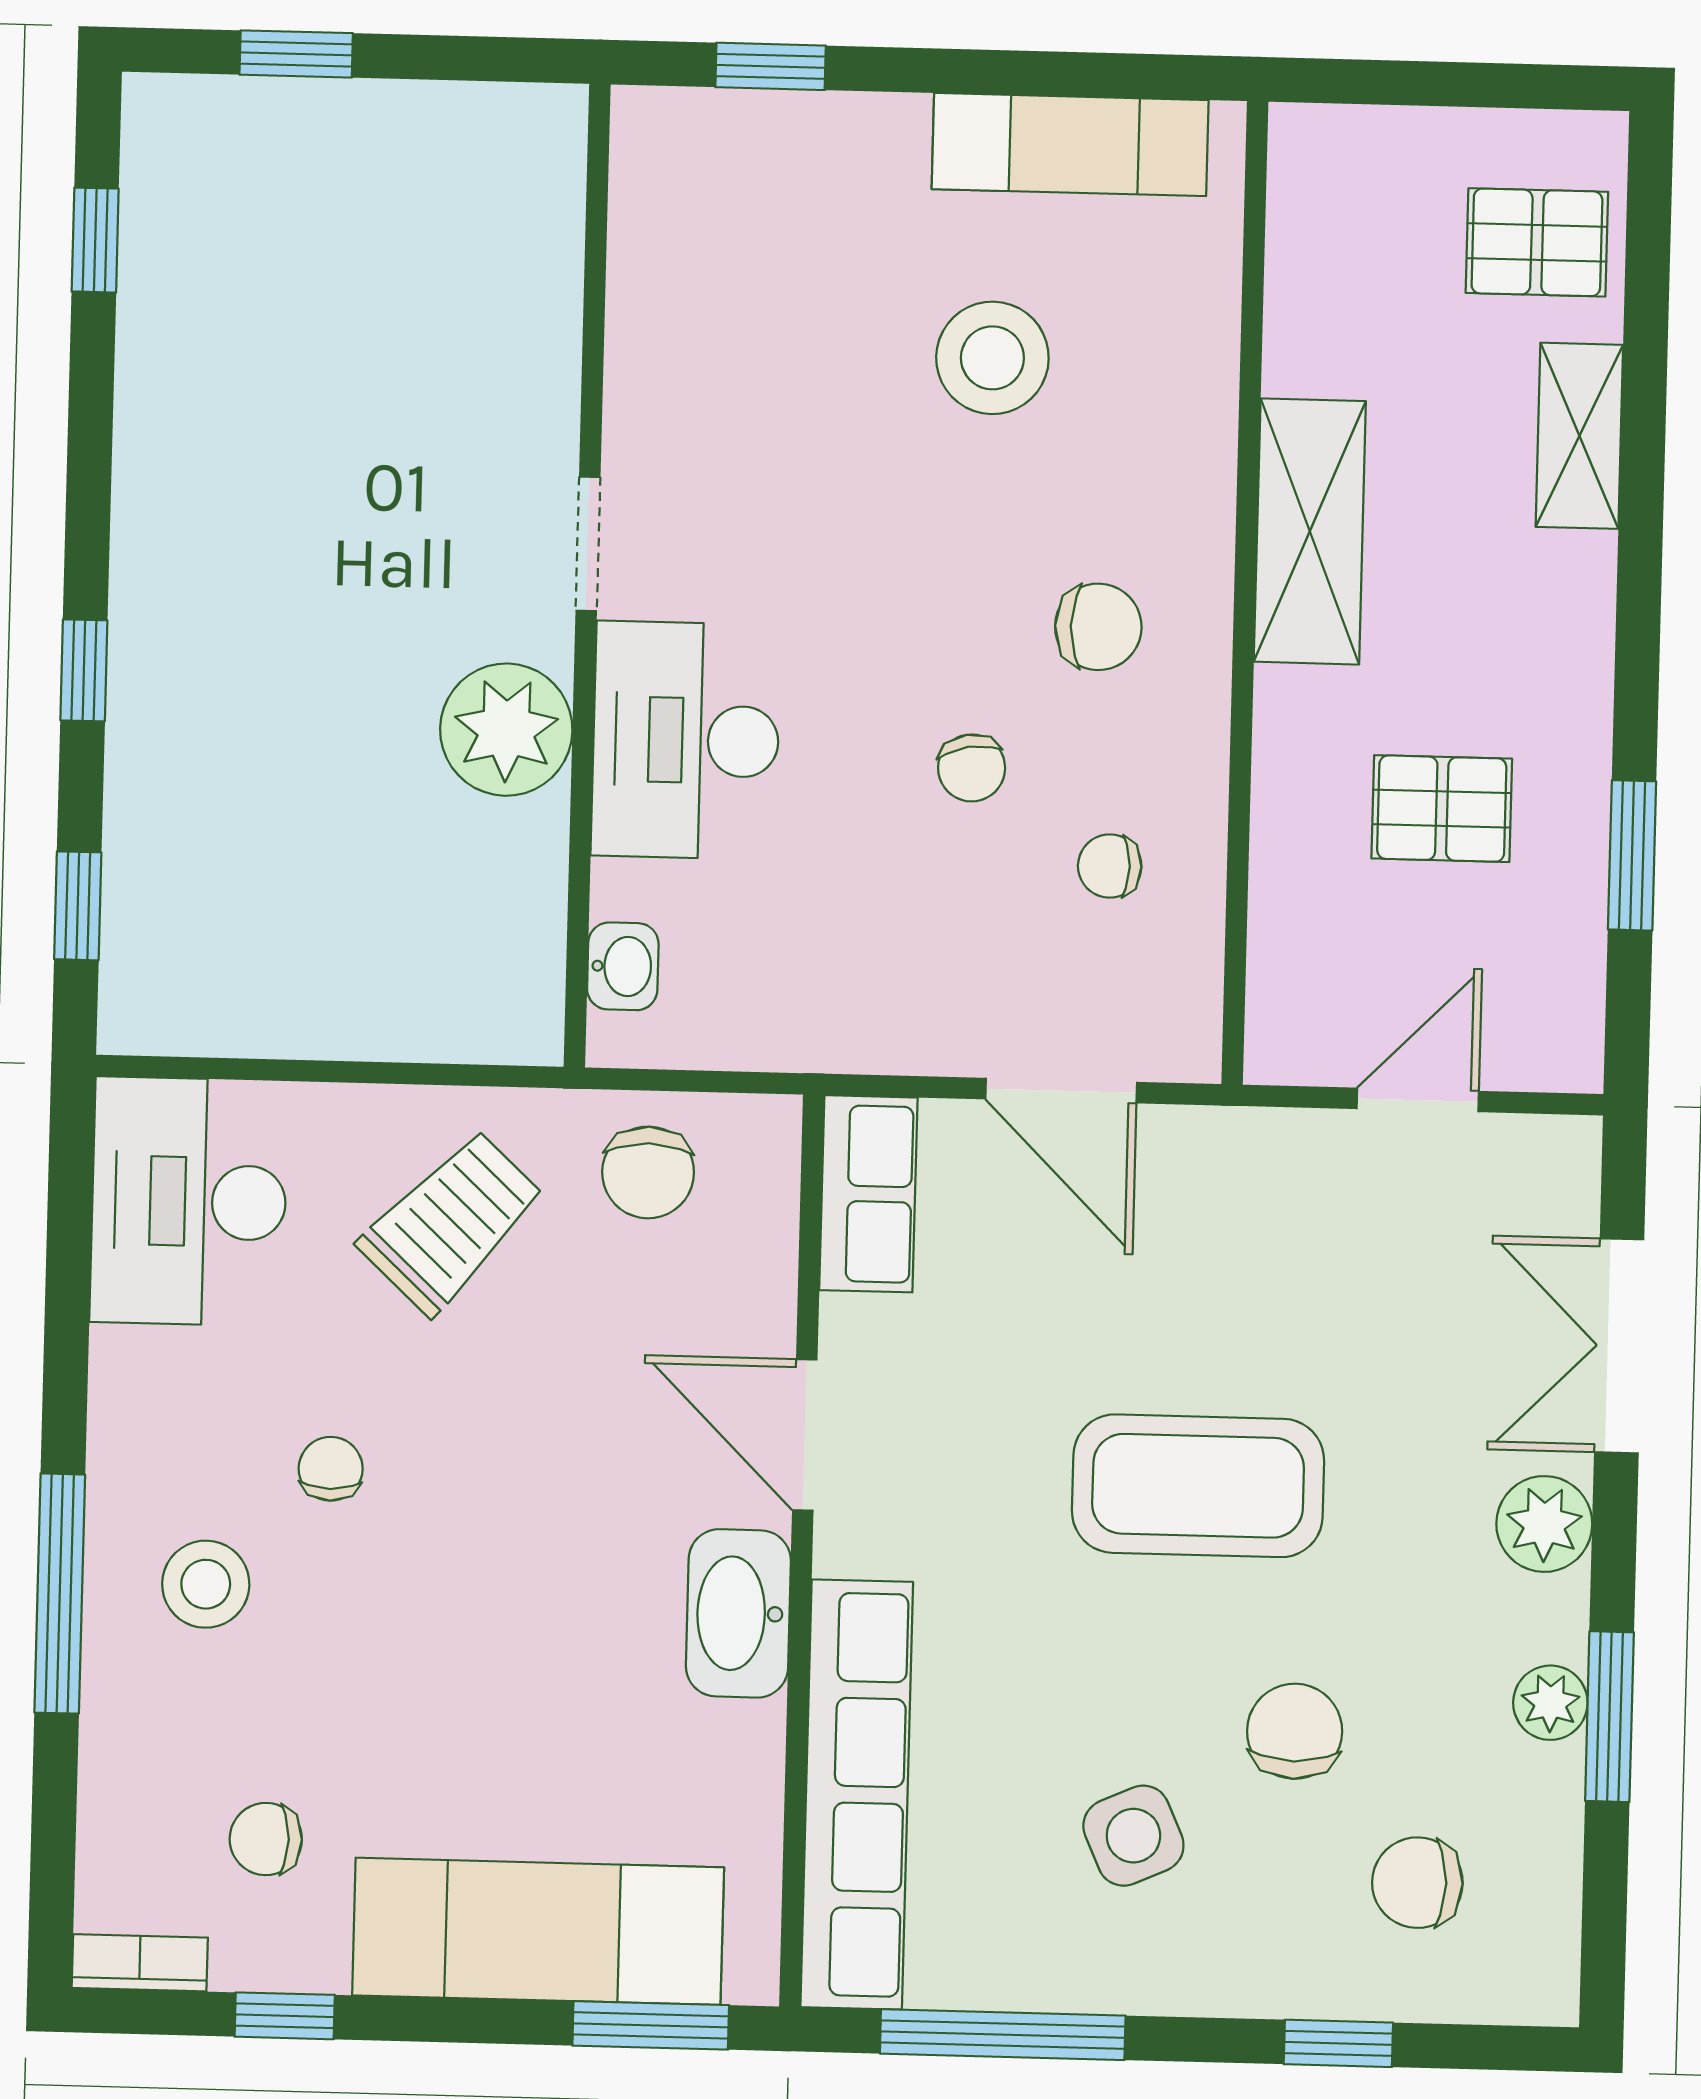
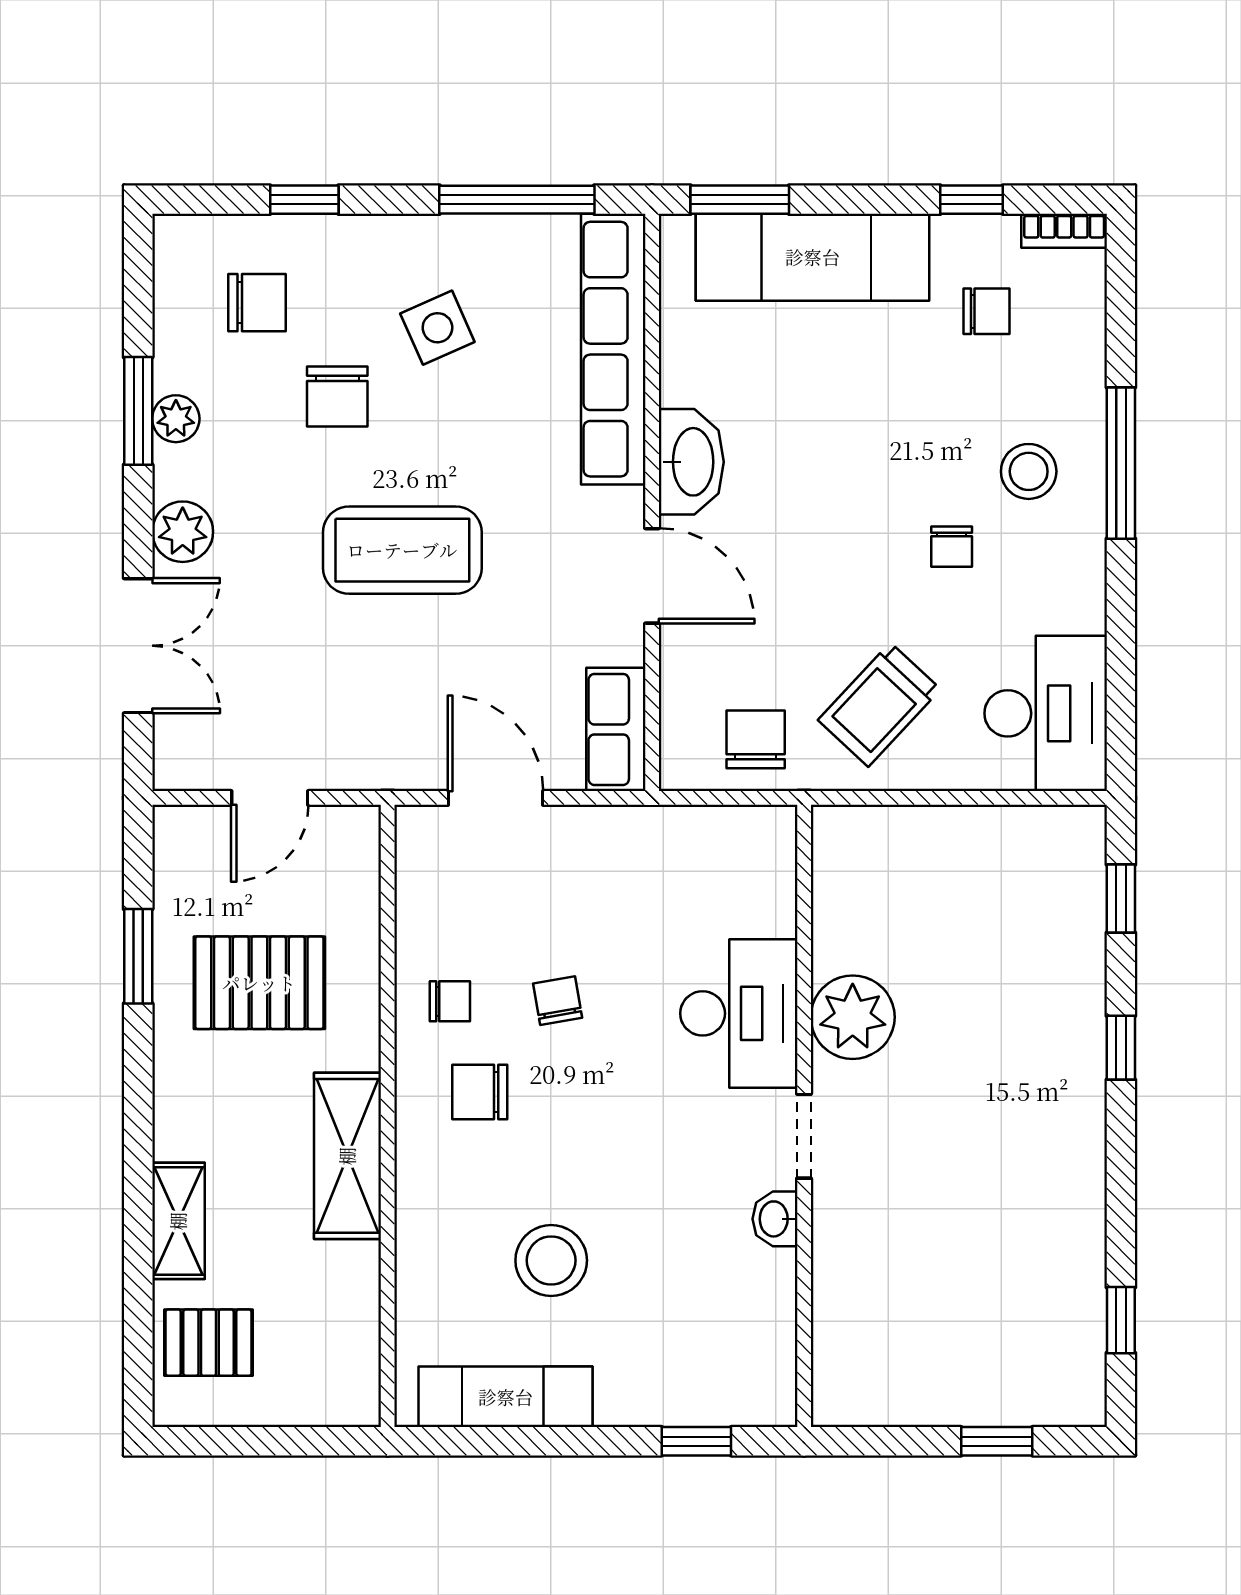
pallet: (1442, 809) -> (259, 983), width x1.50, depth x1.42
chair: (1110, 866) -> (450, 1001), moved
washbasin: (623, 966) -> (775, 1219), moved

